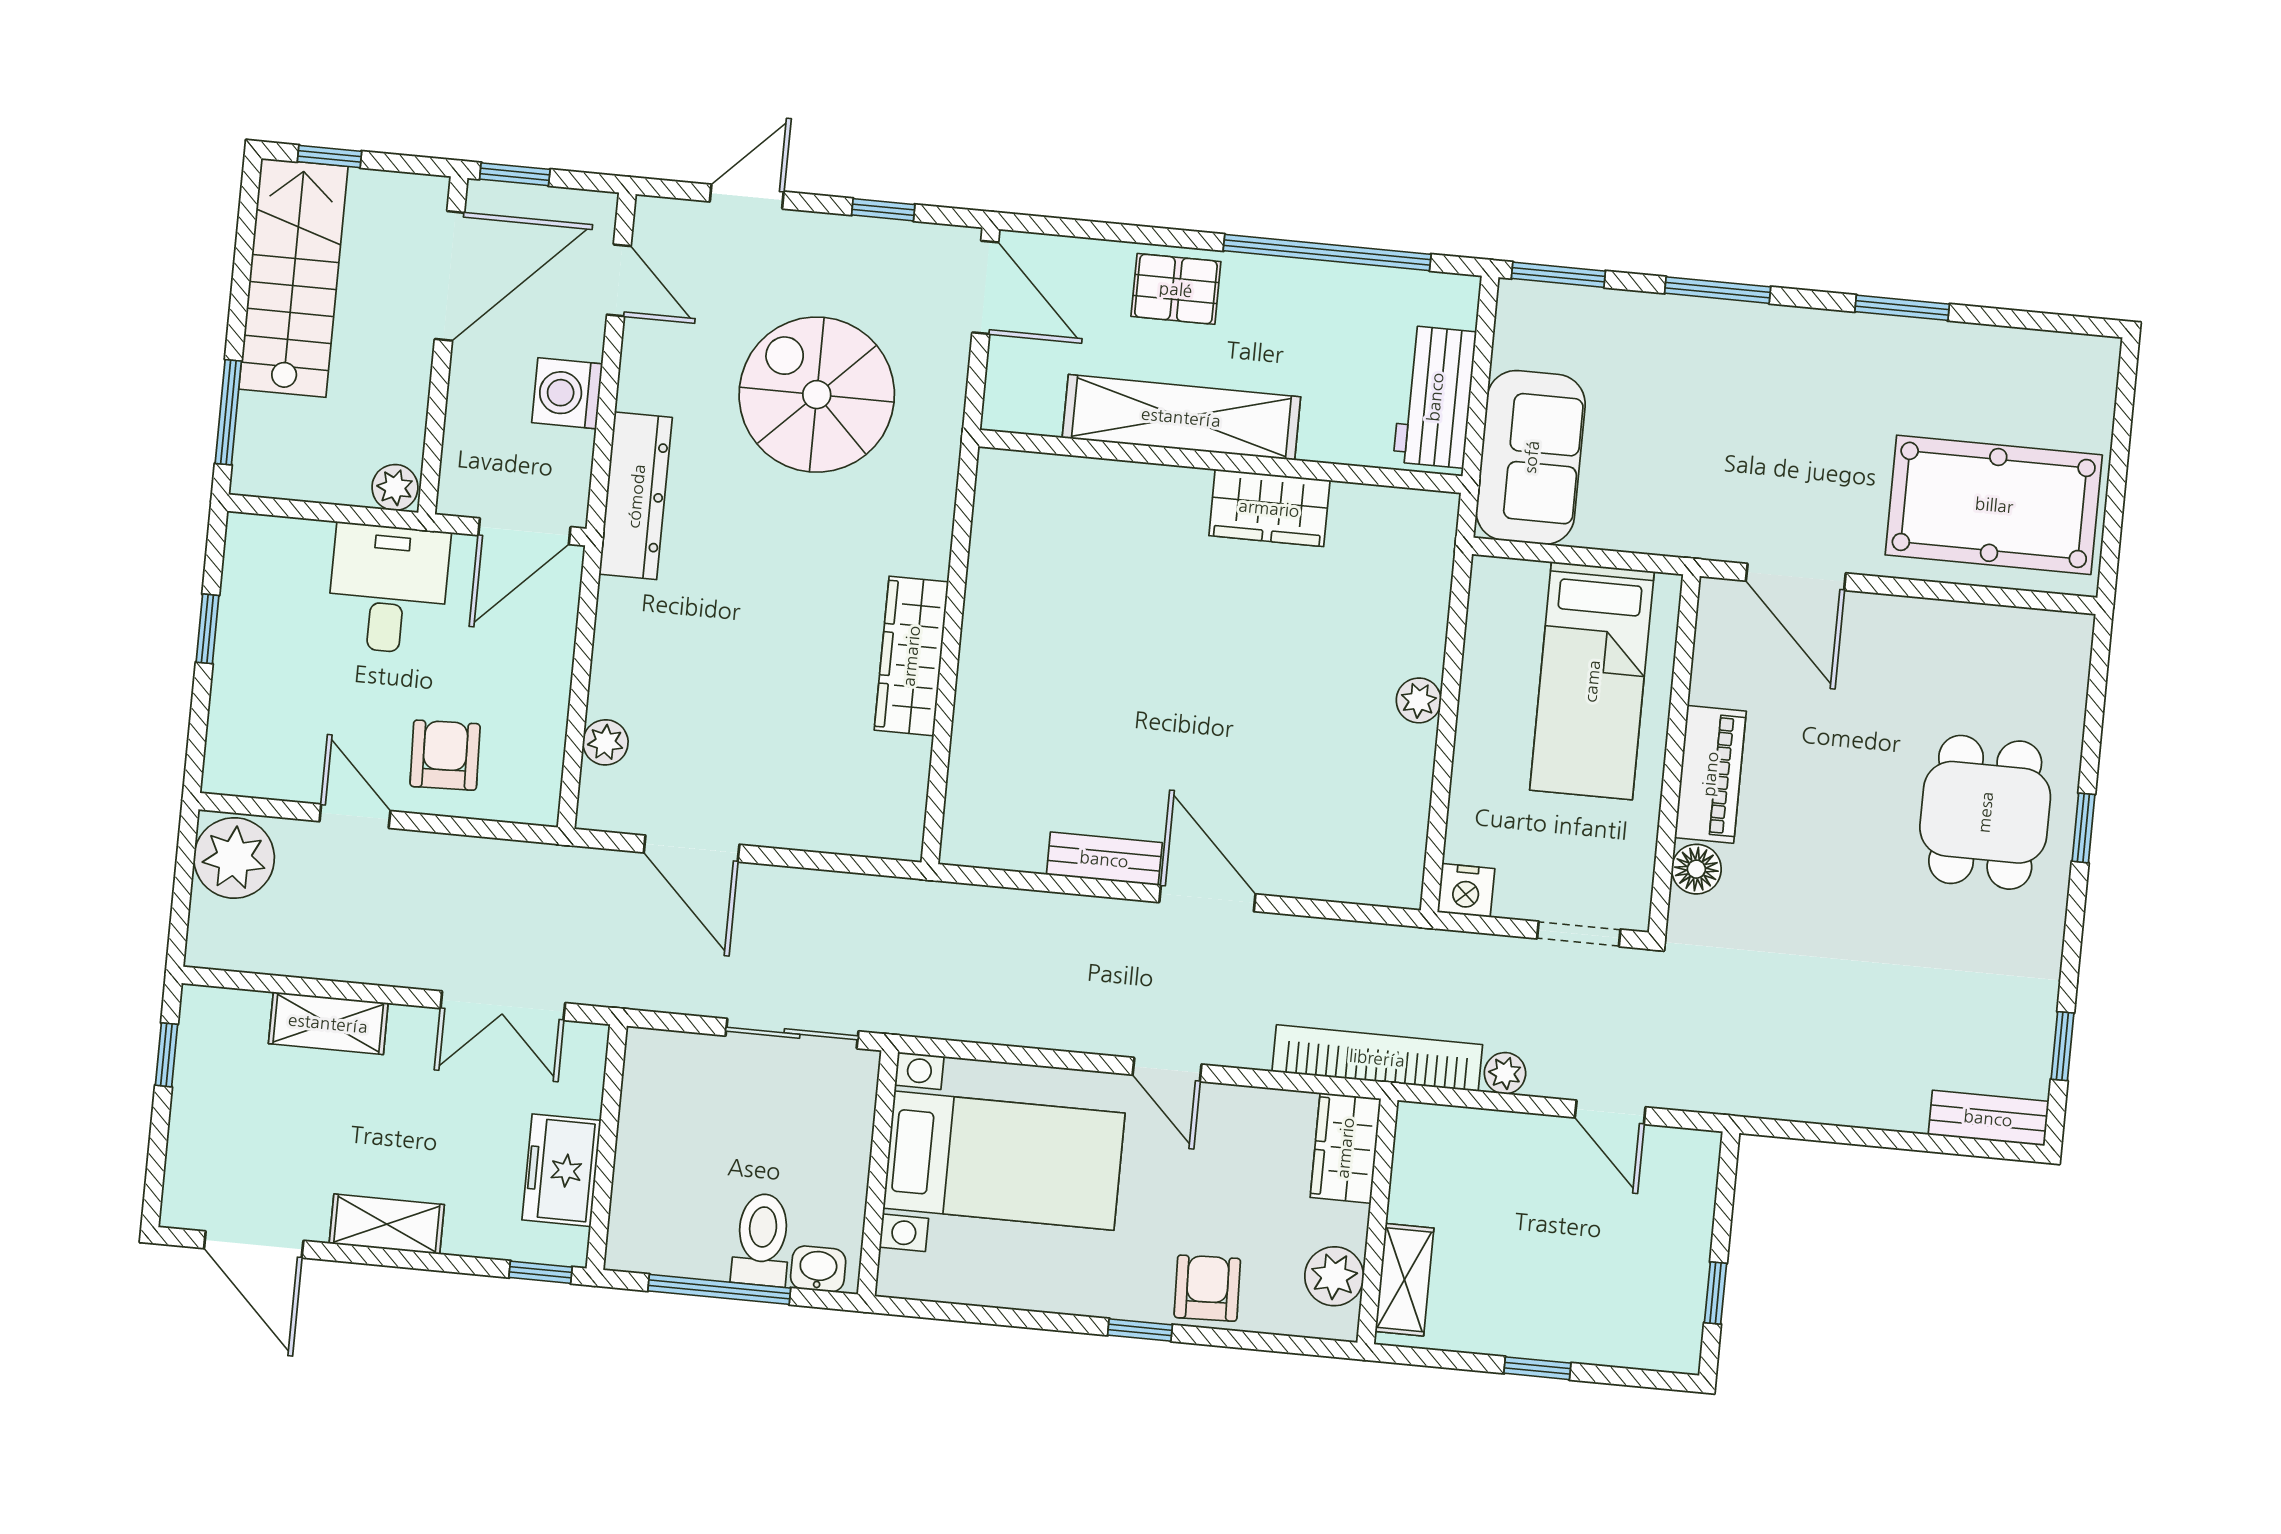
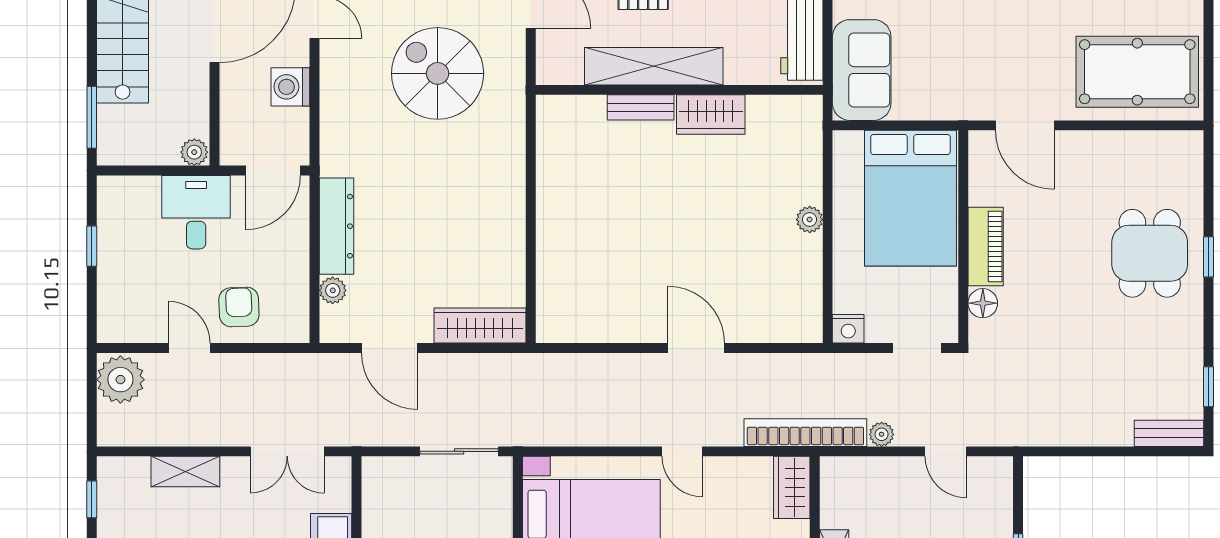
dresser: (636, 496) -> (337, 226), moved
wardrobe: (911, 656) -> (480, 325), moved, turned 90
bed: (1592, 681) -> (910, 198), width x1.50
bench: (1104, 859) -> (641, 107), moved

